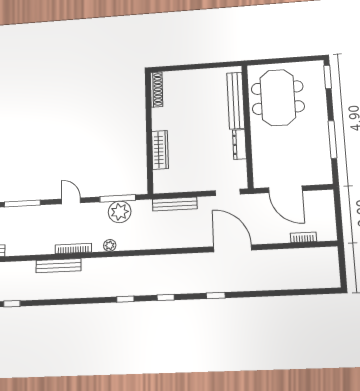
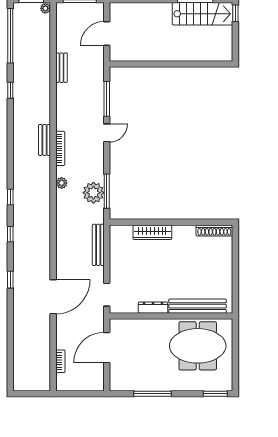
door: (71, 201) -> (107, 133), moved
bench: (58, 266) -> (45, 140), width x0.73

